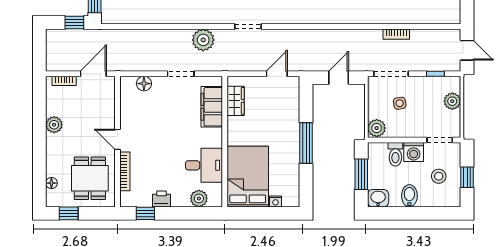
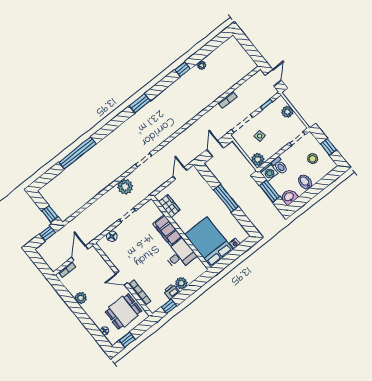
door: (467, 50) -> (273, 78), hinge flipped
filing cabinet: (212, 107) -> (167, 230), moved
washing machine: (414, 152) -> (269, 172), moved
dining table: (90, 178) -> (123, 311), turned 90
plant: (199, 198) -> (181, 283), moved

